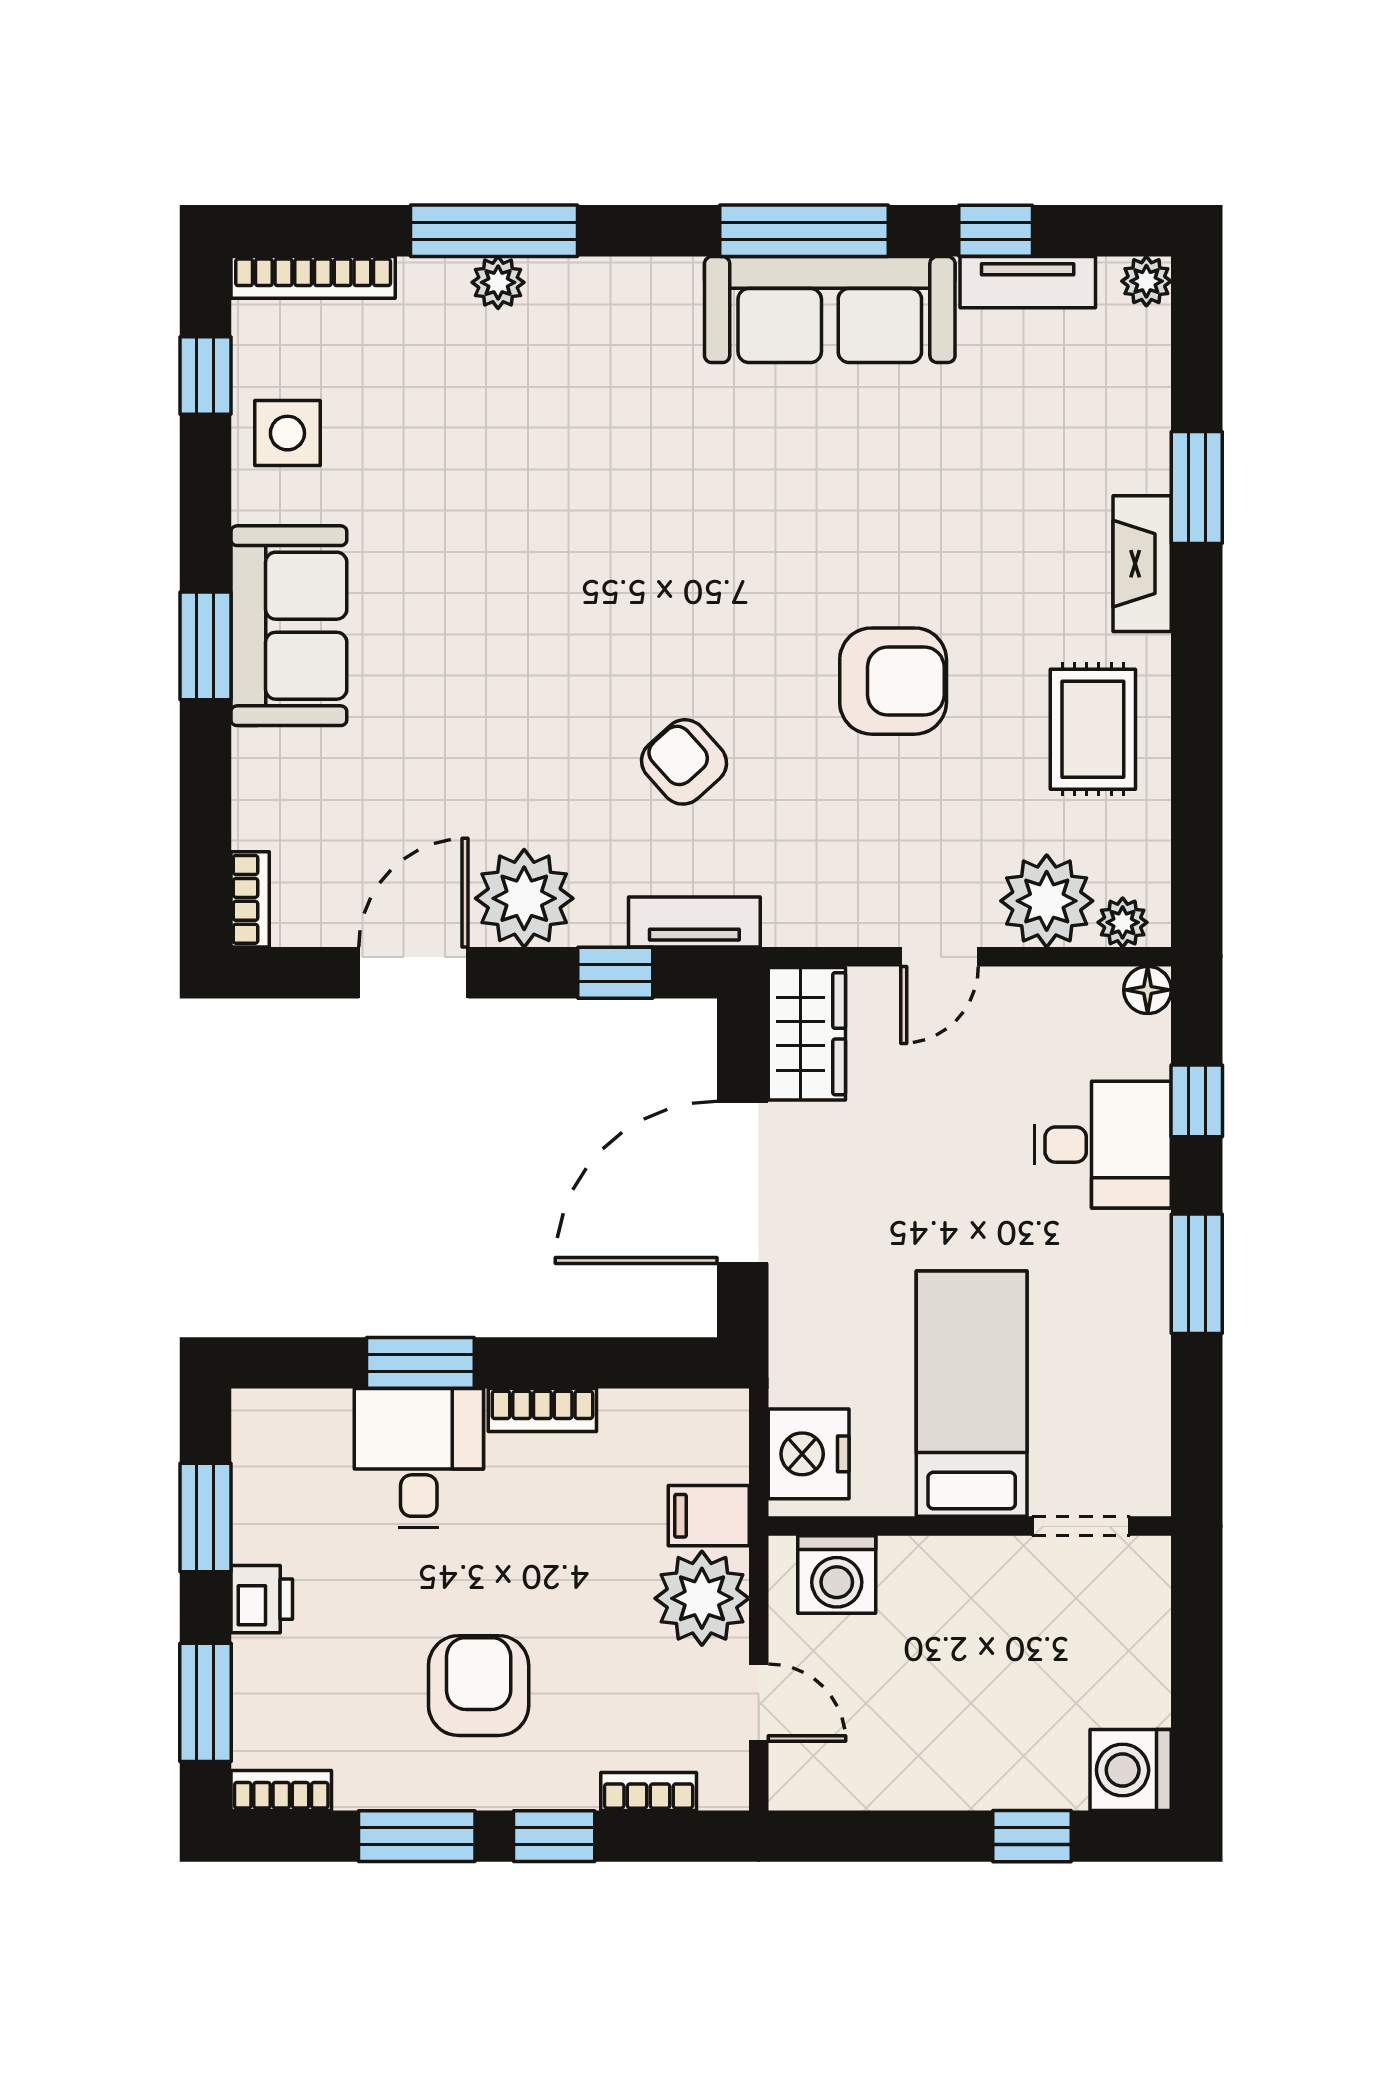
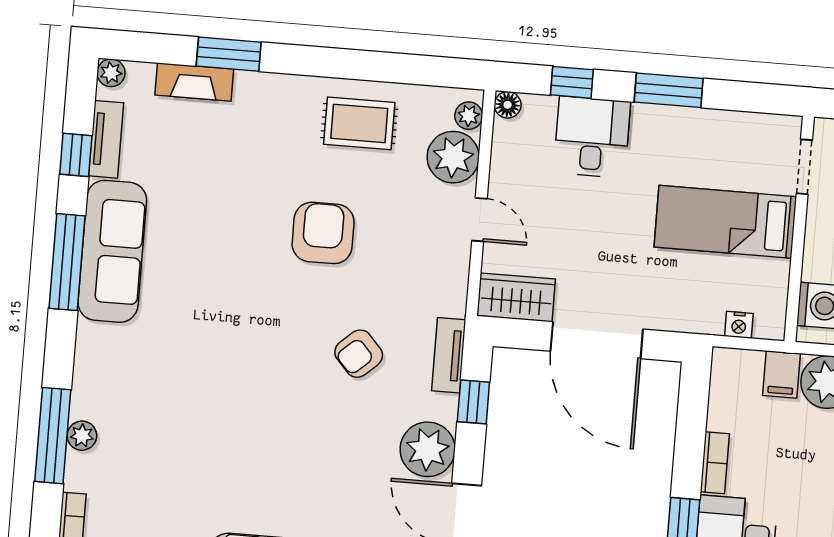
fireplace: (1142, 564) -> (194, 82), moved
nightstand: (809, 1454) -> (739, 325), width x0.53, depth x0.56

